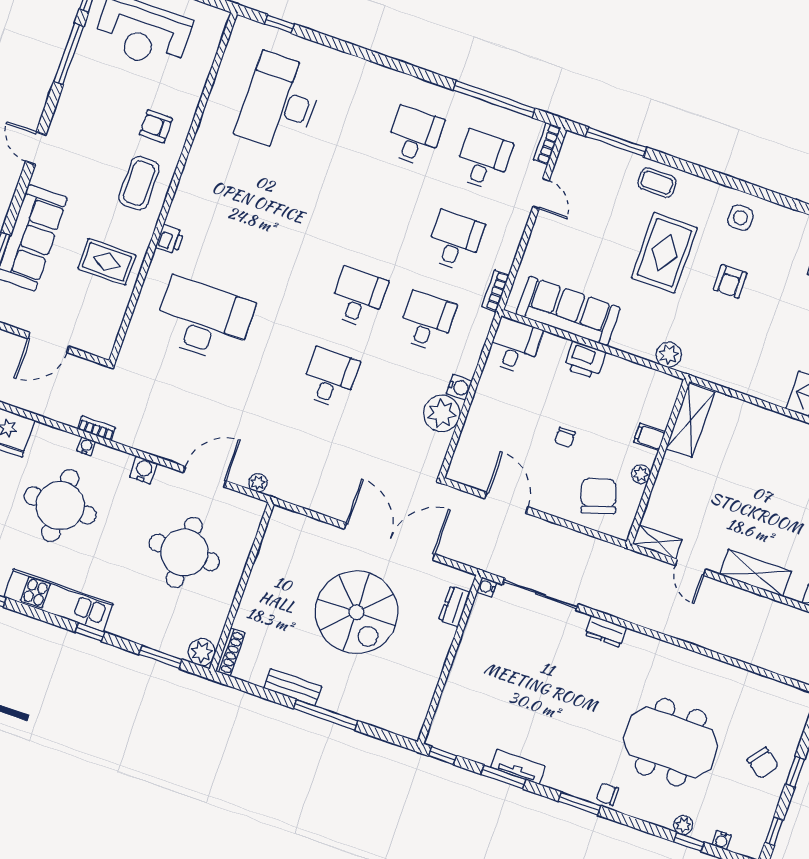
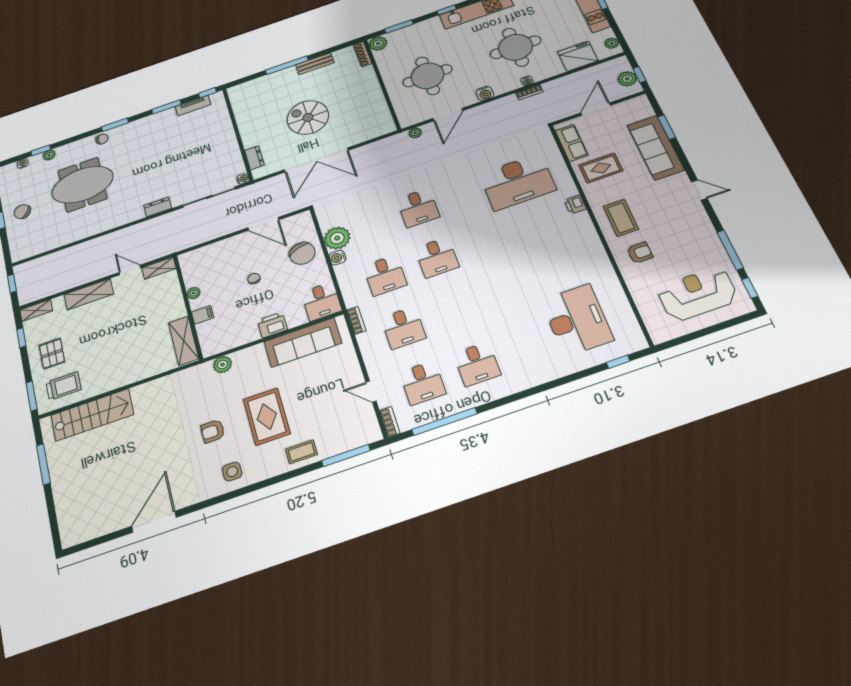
armchair: (730, 281) -> (213, 431), turned -90
row of seats: (109, 320) -> (572, 143), added
chair: (598, 496) -> (302, 253), moved
spiral stairs: (356, 612) -> (308, 117), width x0.73, depth x0.73
tv unit: (518, 767) -> (193, 106), moved

